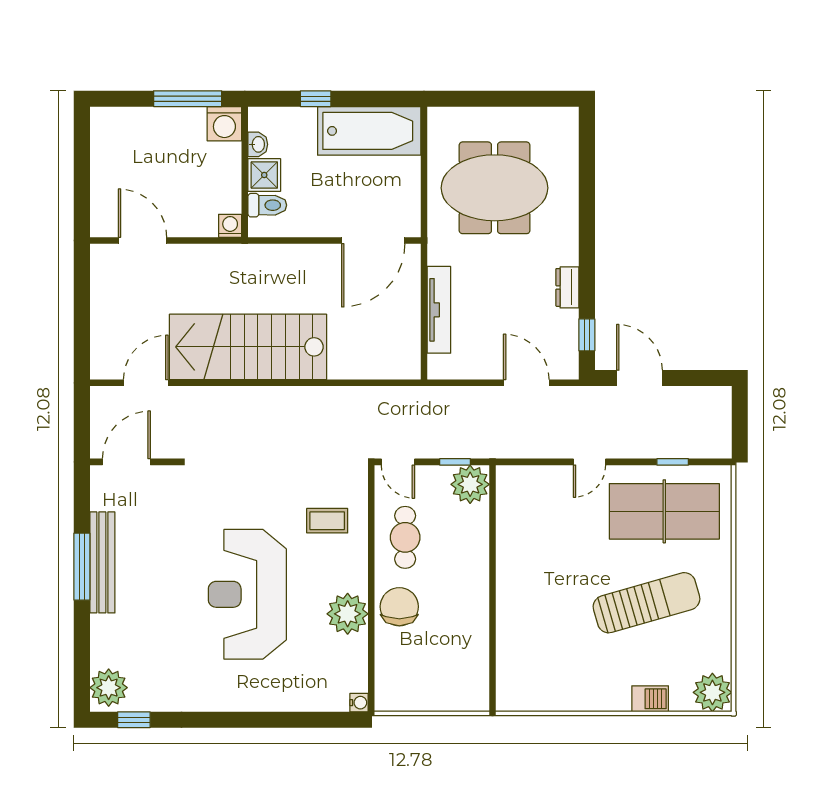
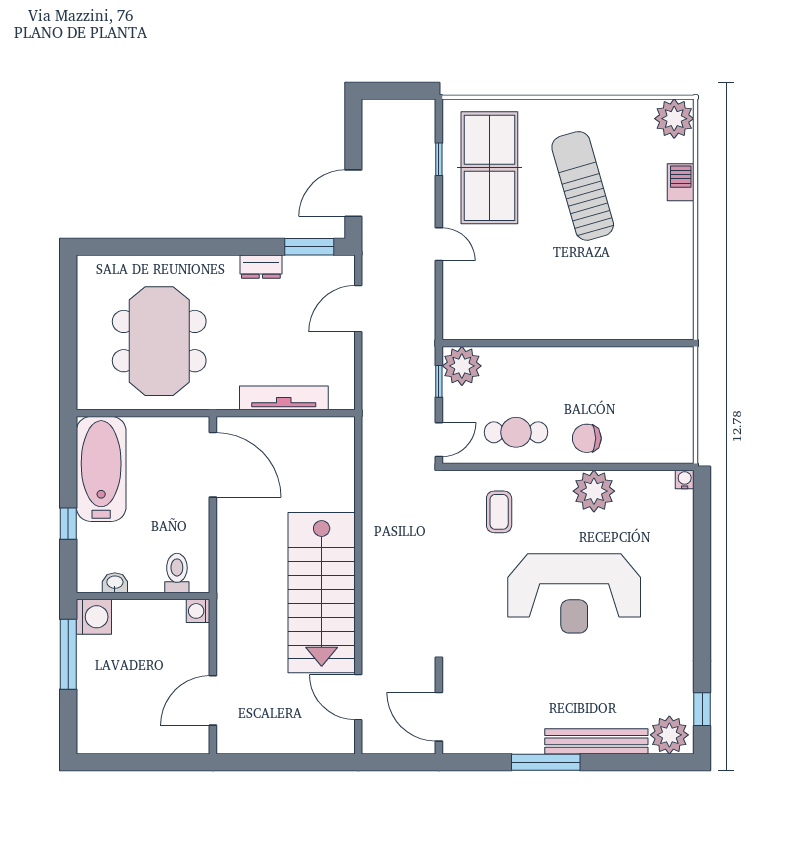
shower: (264, 175) -> (146, 576), removed
window: (587, 335) -> (309, 247), width x1.50
bench: (102, 562) -> (596, 741), moved
chair: (399, 607) -> (587, 438), width x0.73, depth x0.73

